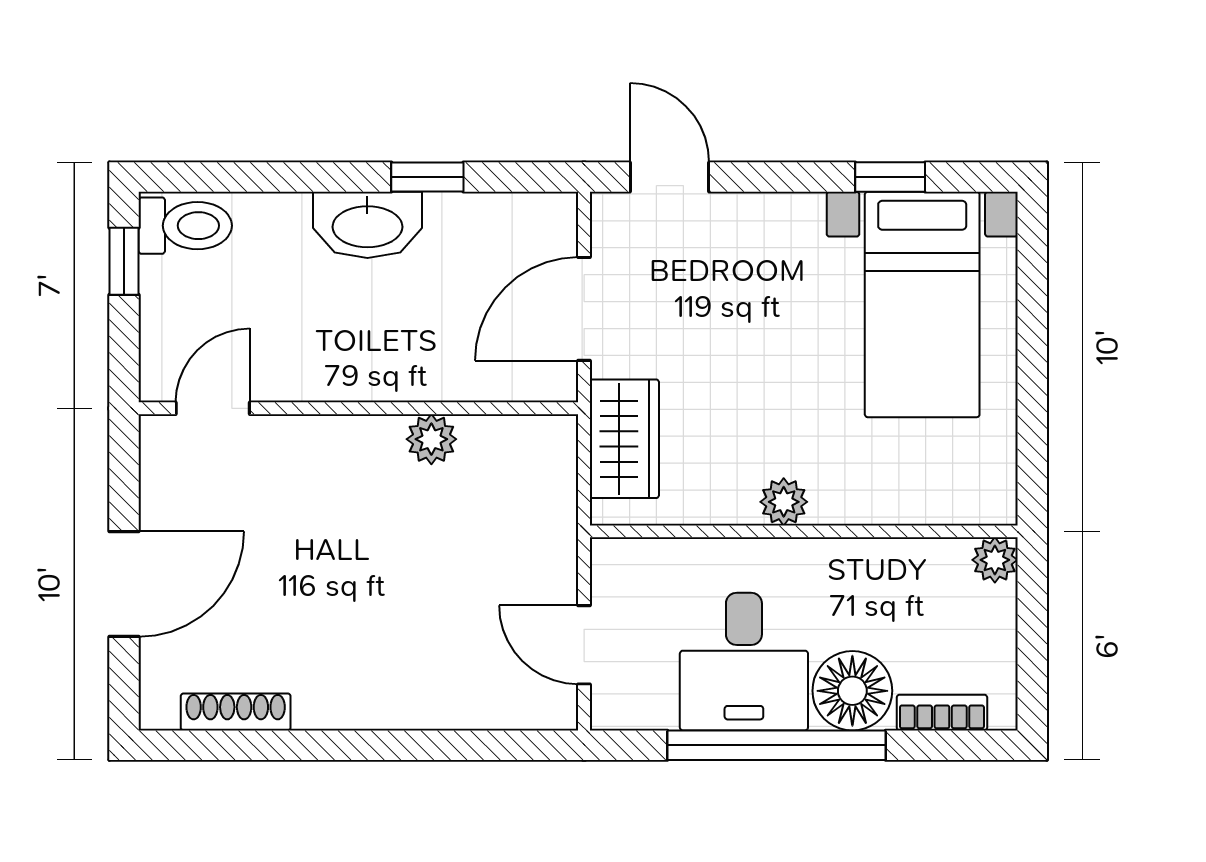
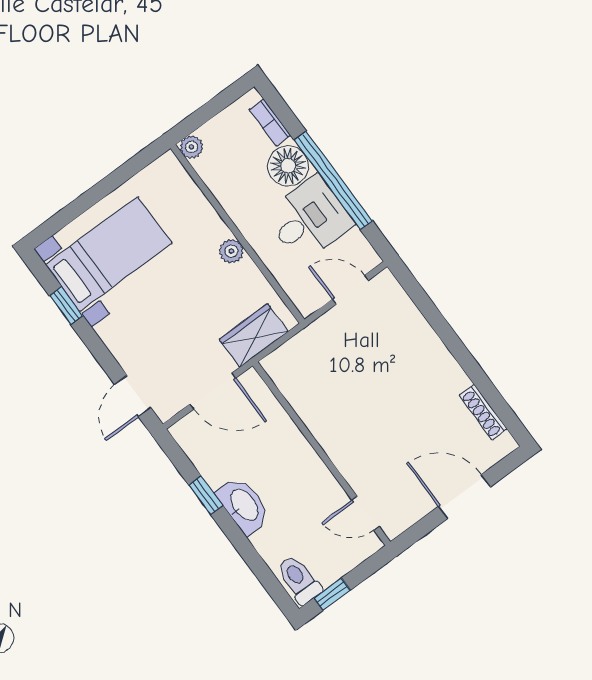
plant: (431, 439) -> (312, 414), removed
door: (584, 645) -> (350, 290), swing flipped

